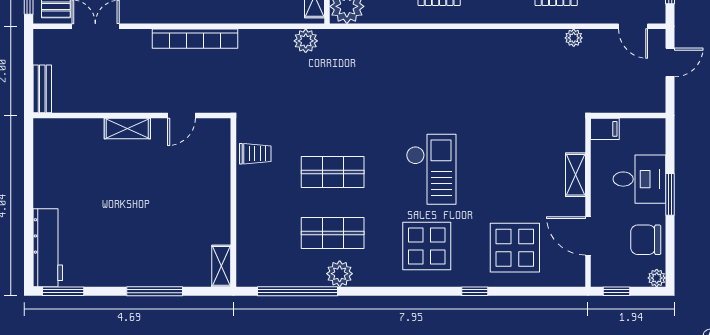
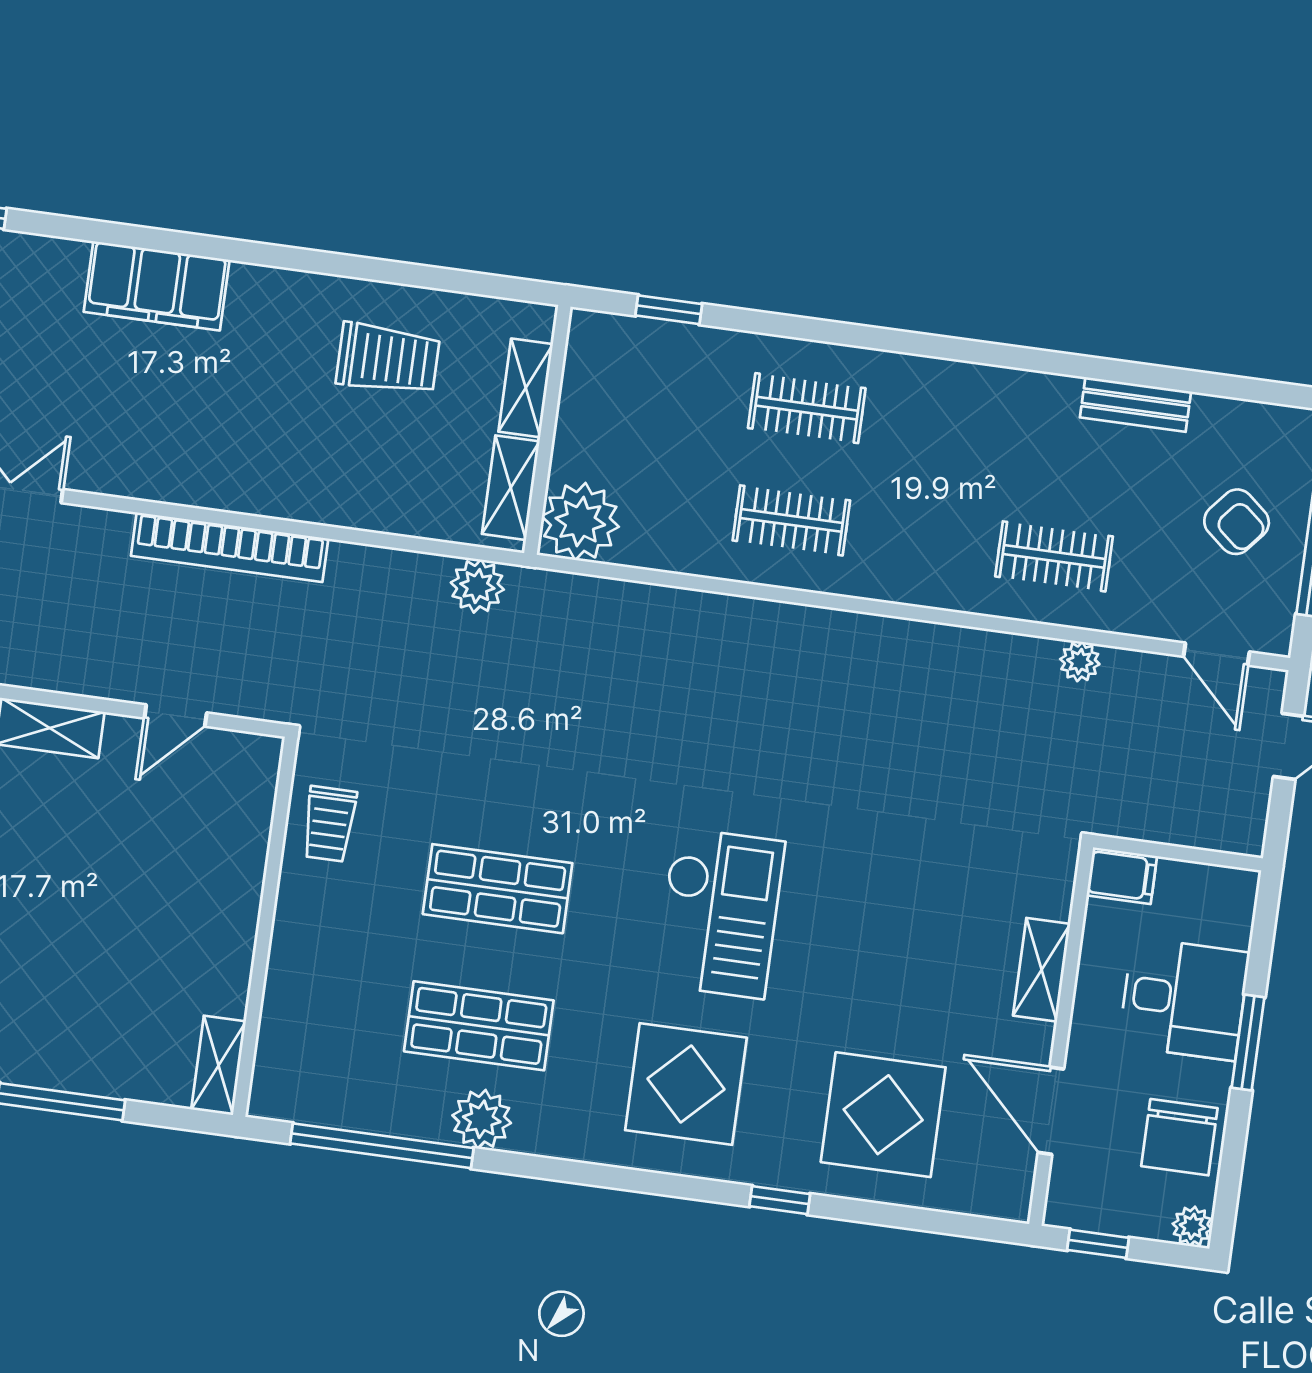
trolley: (255, 154) -> (329, 824), turned 90
chair: (646, 240) -> (1179, 1137), turned -90

